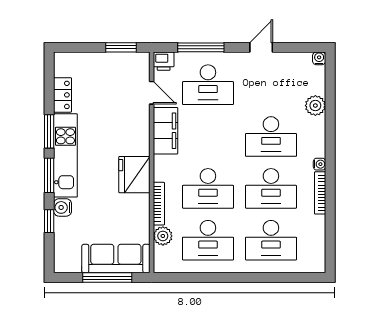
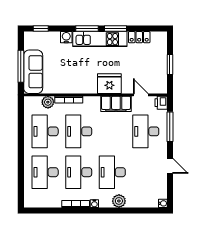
window: (121, 47) -> (170, 65), moved
door: (152, 93) -> (141, 95), swing flipped
plant: (315, 106) -> (119, 201), moved
fridge: (134, 175) -> (109, 84), moved
window: (49, 221) -> (41, 29), moved

